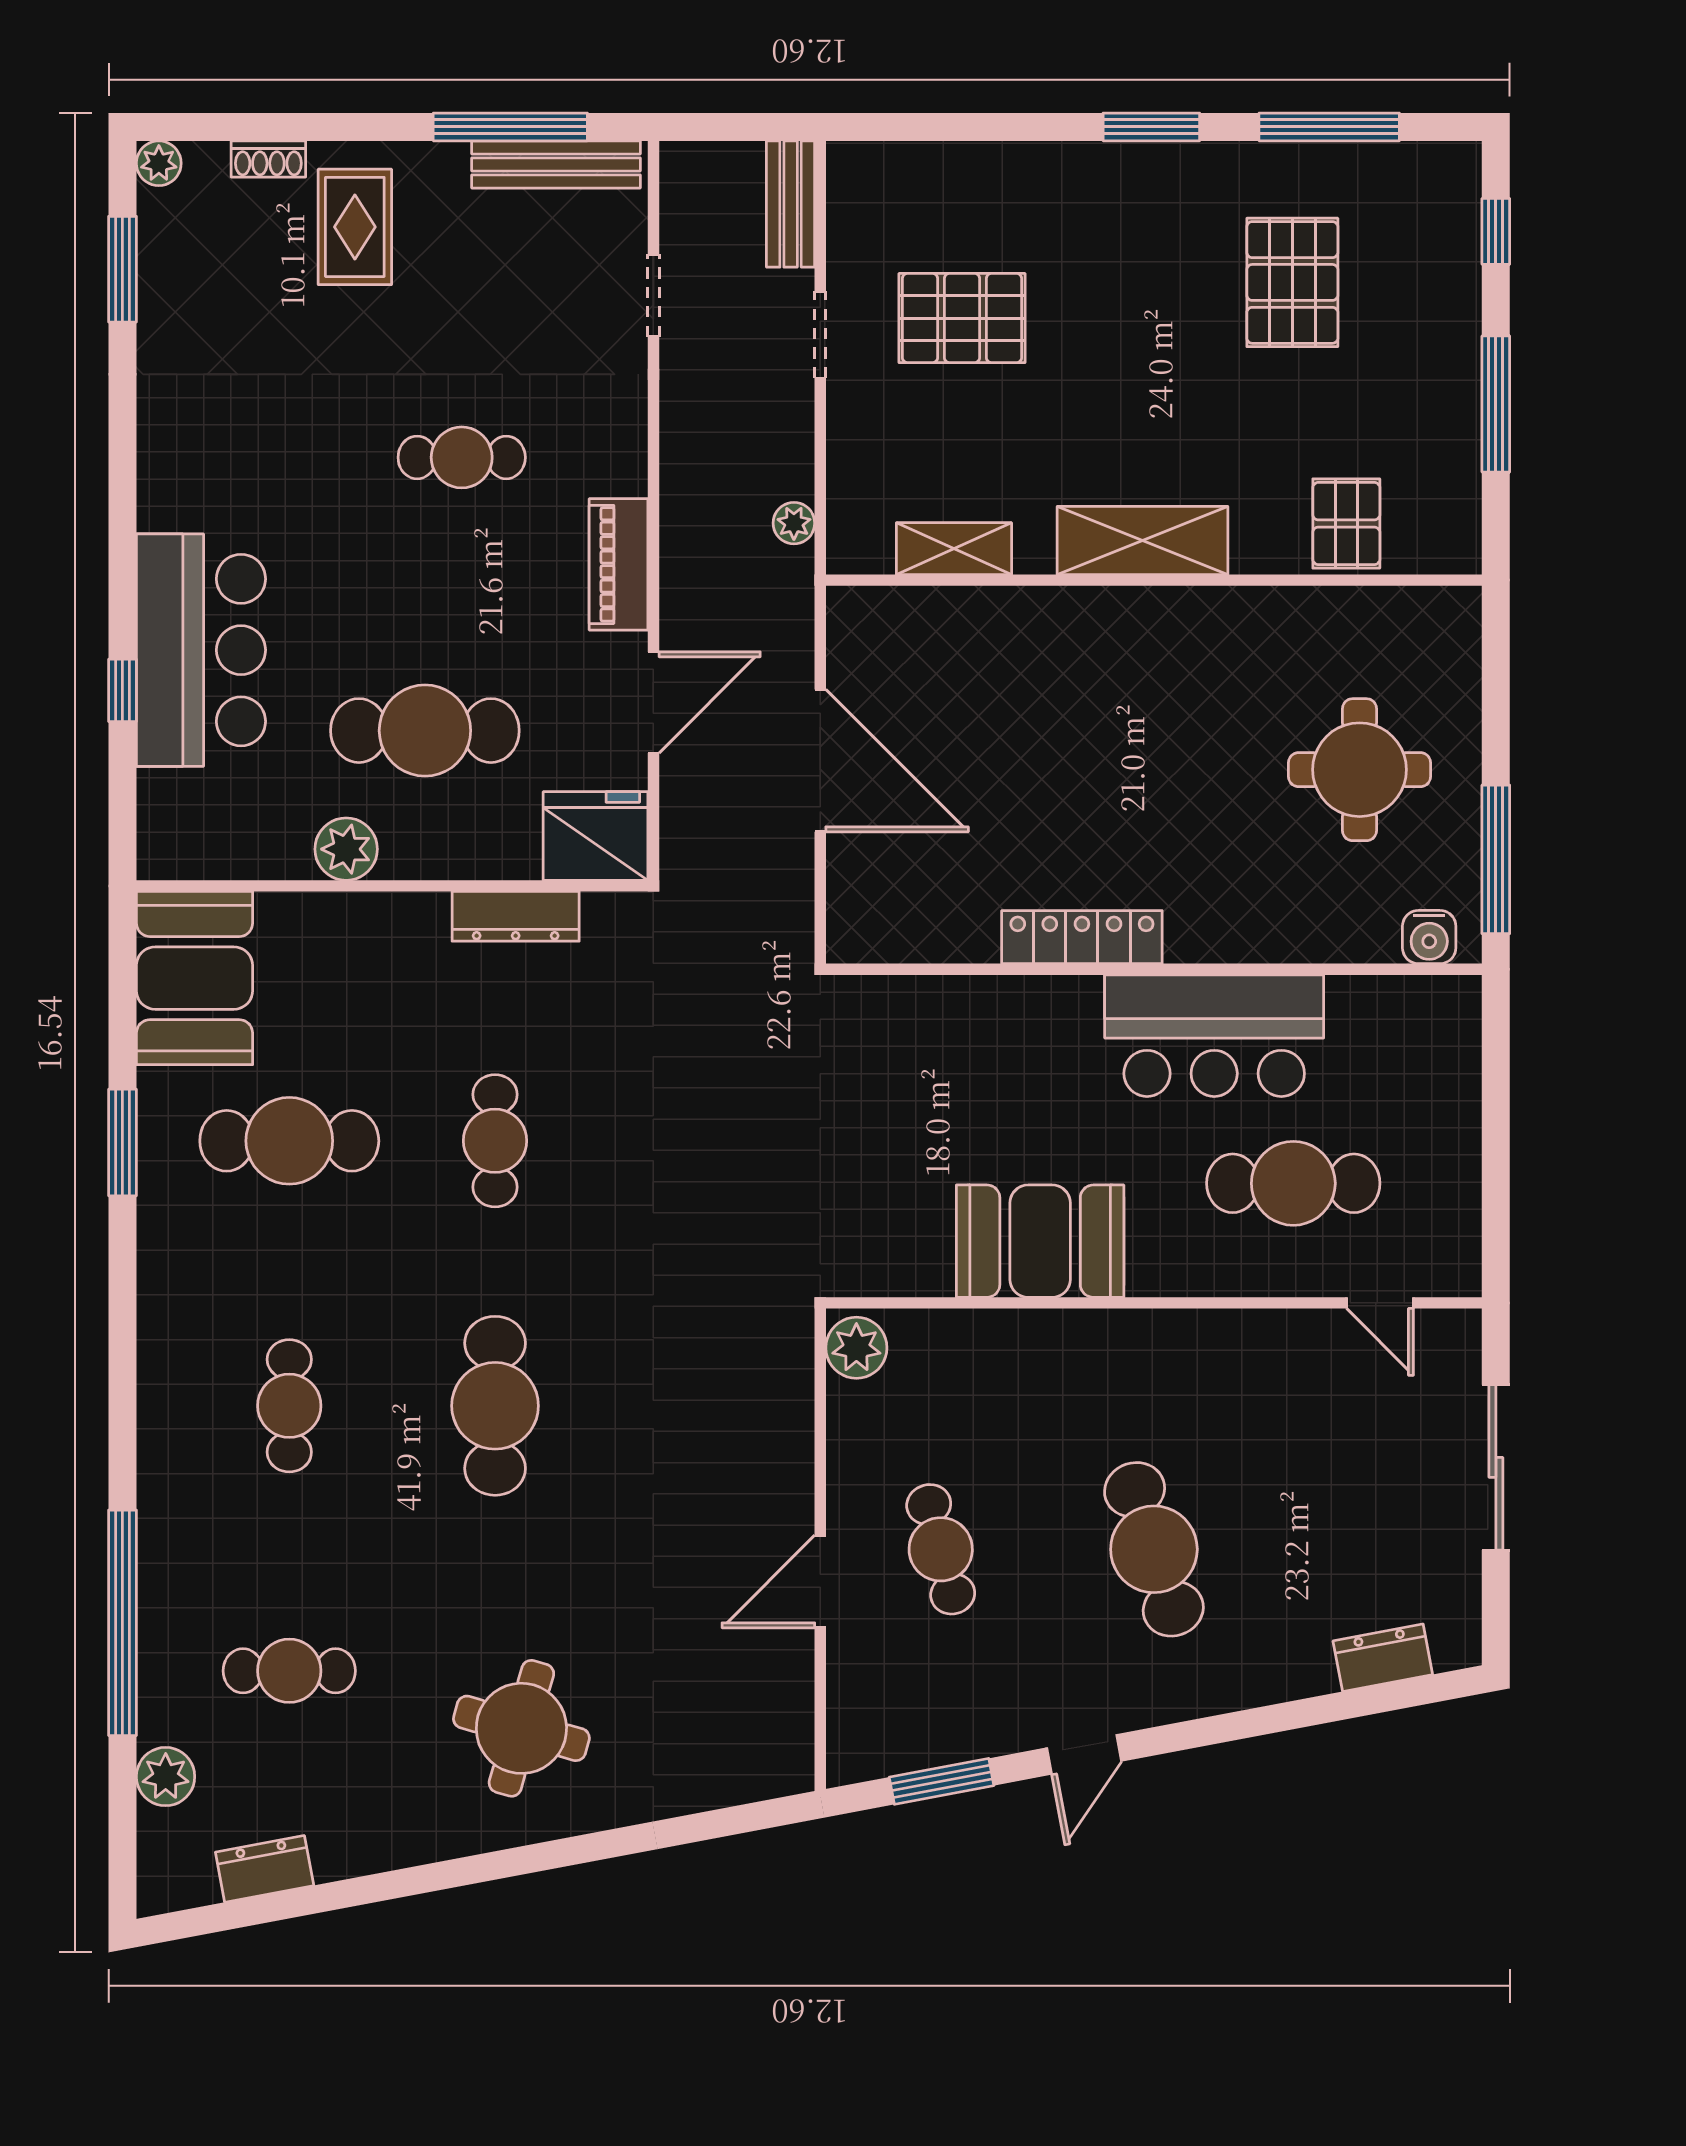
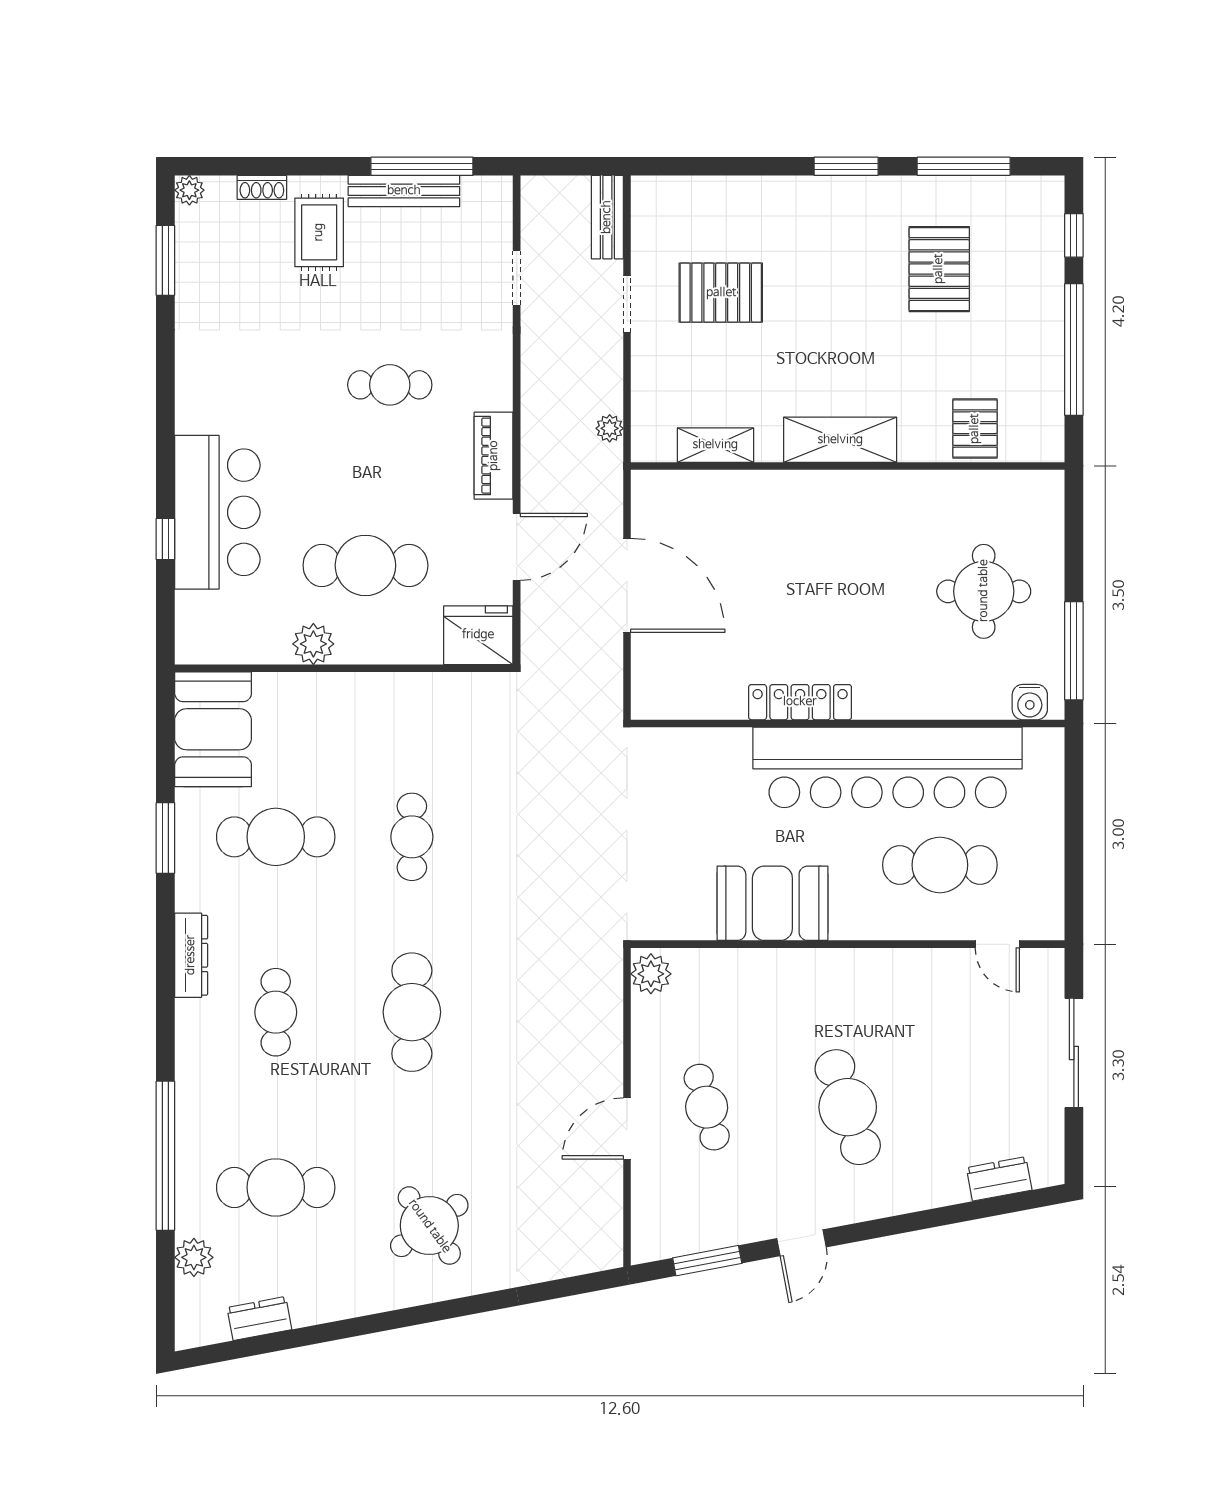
bench: (556, 164) -> (404, 191), moved
window: (1496, 404) -> (1074, 349), width x1.46
dresser: (516, 916) -> (191, 955), moved, turned -90
bar counter: (1214, 1036) -> (888, 767), width x1.86
cafe table: (289, 1671) -> (276, 1187), width x1.37, depth x1.35
round table: (521, 1728) -> (429, 1226), turned 38

